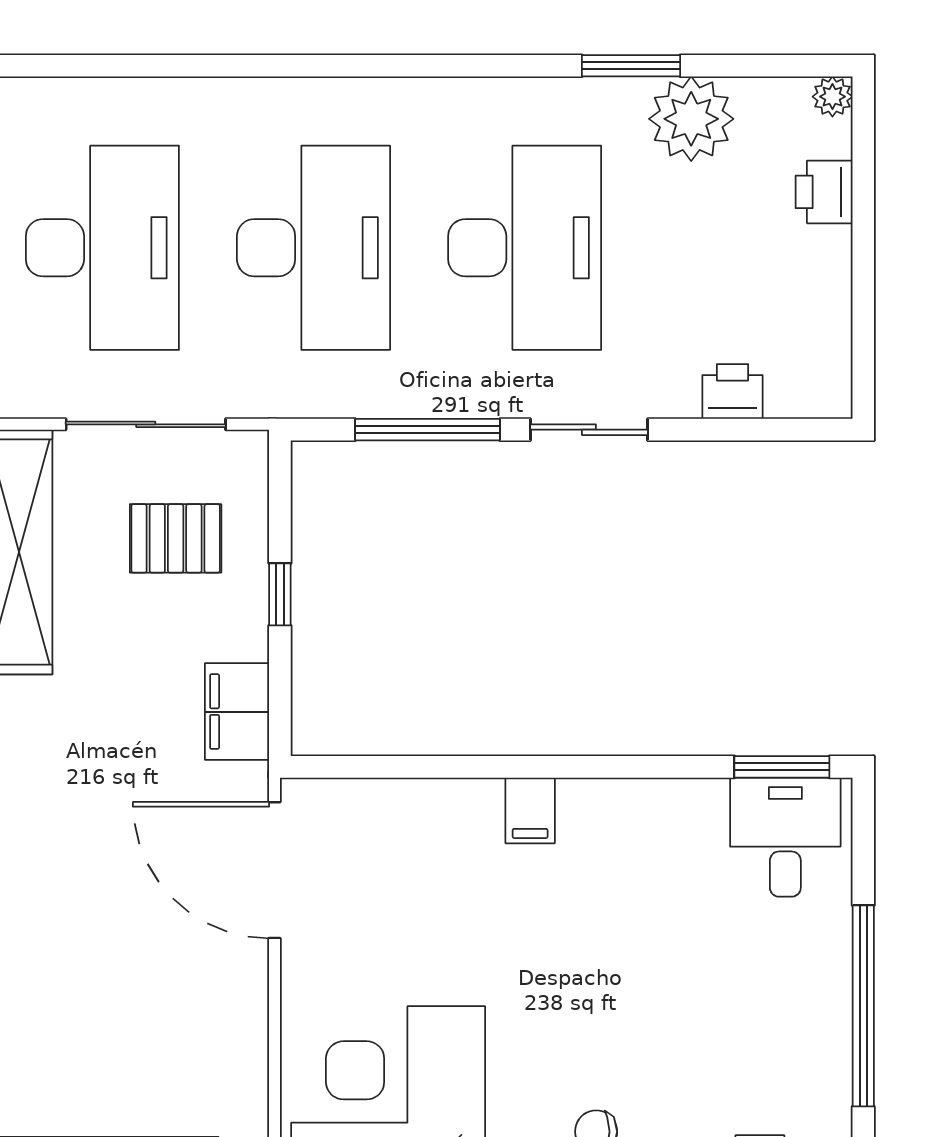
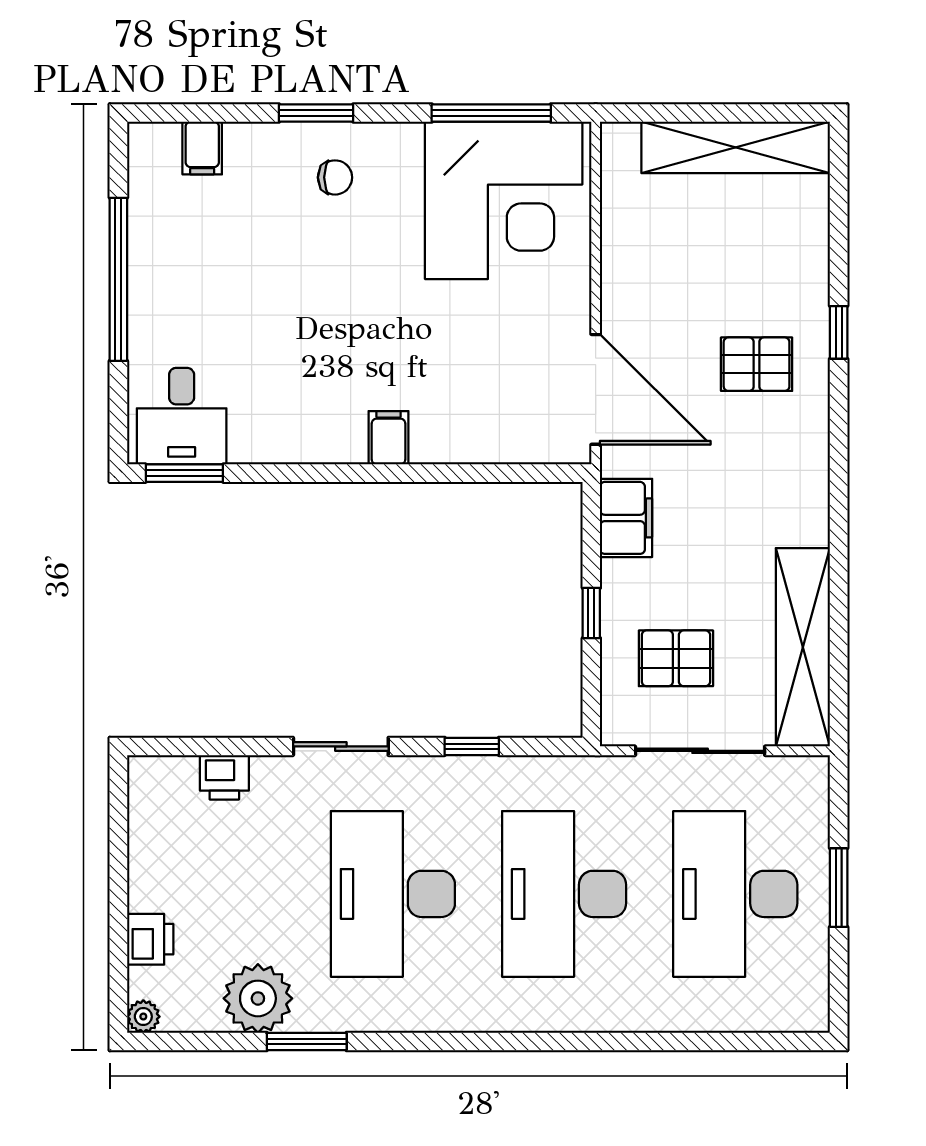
window: (427, 430) -> (472, 746), width x0.46
pallet: (76, 901) -> (757, 364), added

